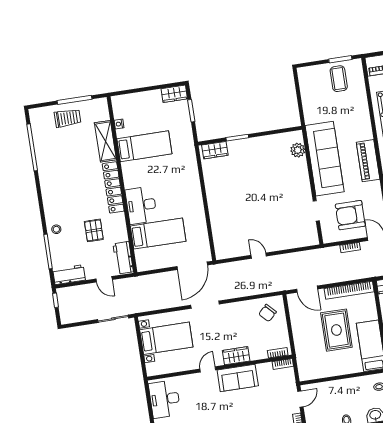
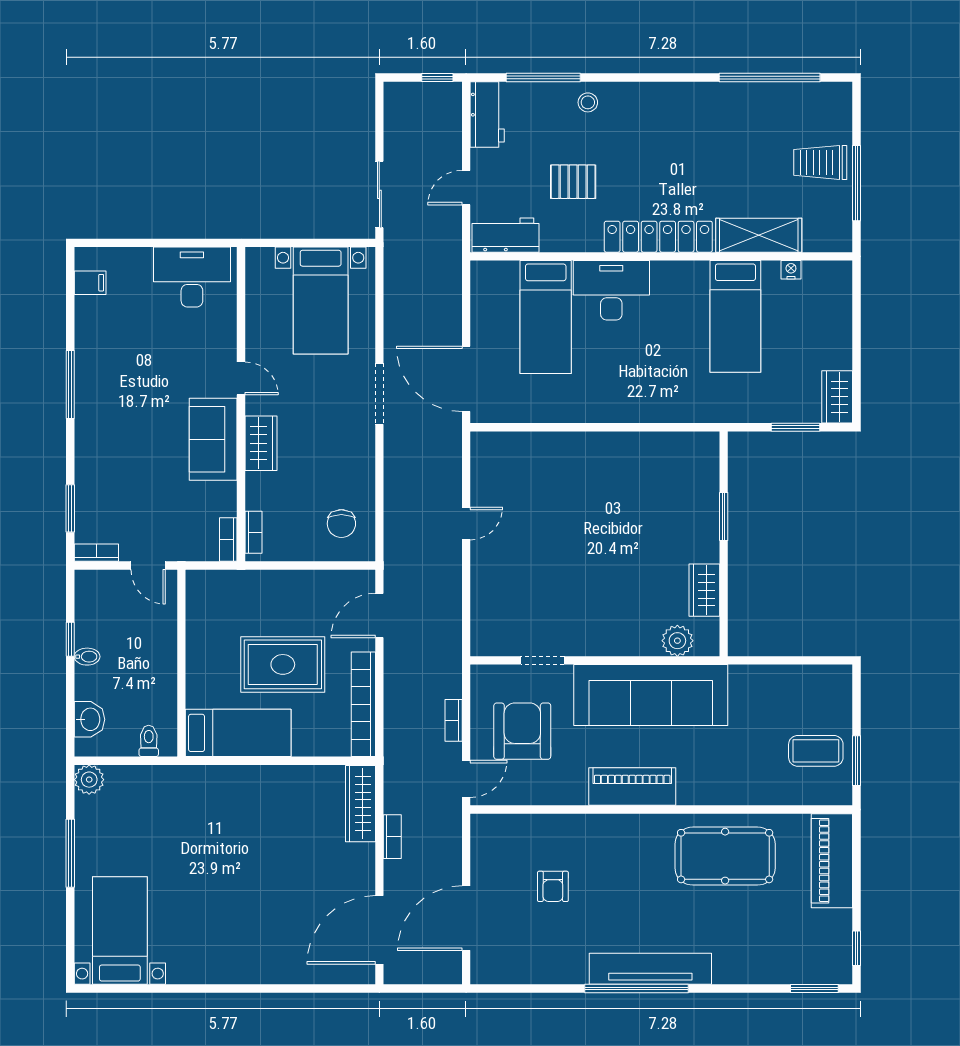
trolley: (68, 118) -> (820, 162), turned 90
wardrobe: (215, 150) -> (704, 590), moved
chair: (268, 313) -> (341, 524), turned -136

